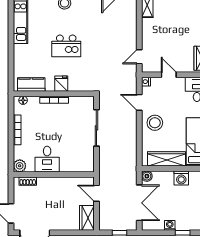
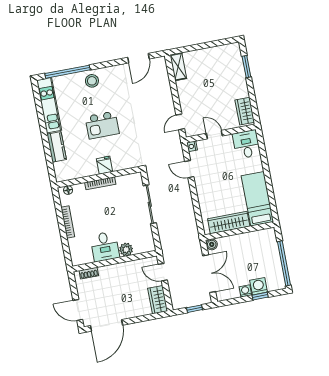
kitchen counter: (31, 85) -> (57, 147), moved, turned 90
stool: (155, 123) -> (209, 187), removed
plant: (20, 166) -> (126, 250), moved
washing machine: (181, 178) -> (259, 286), moved, turned 180

